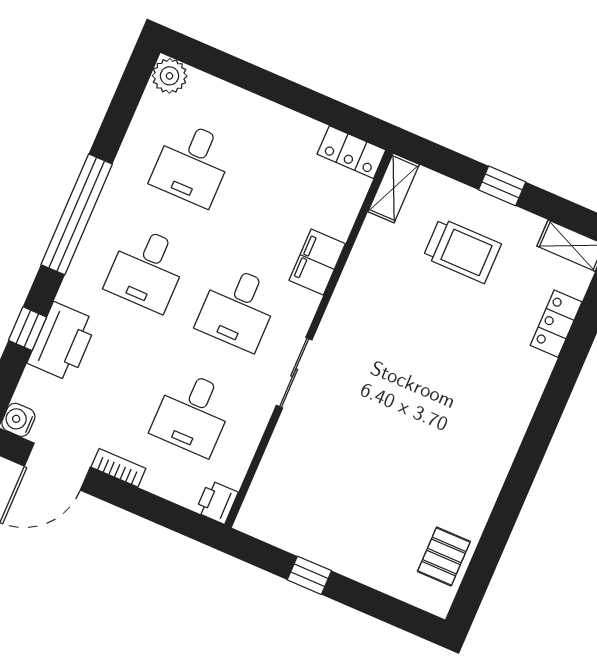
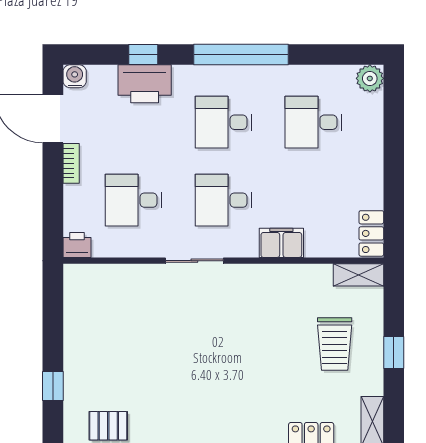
window: (309, 575) -> (53, 386), moved

